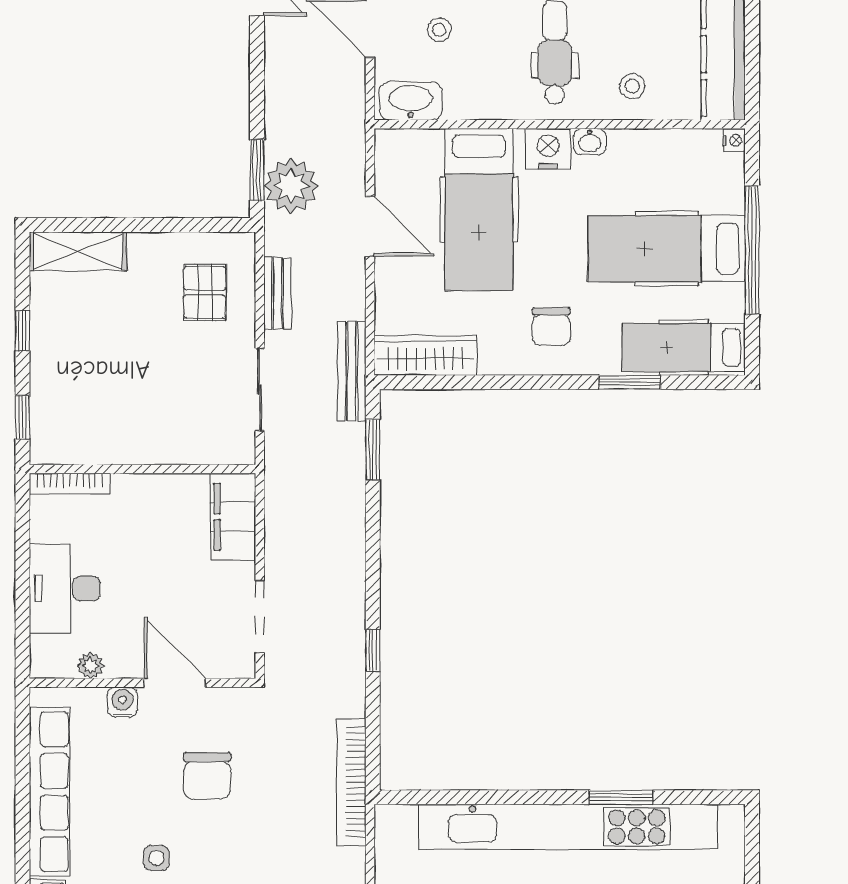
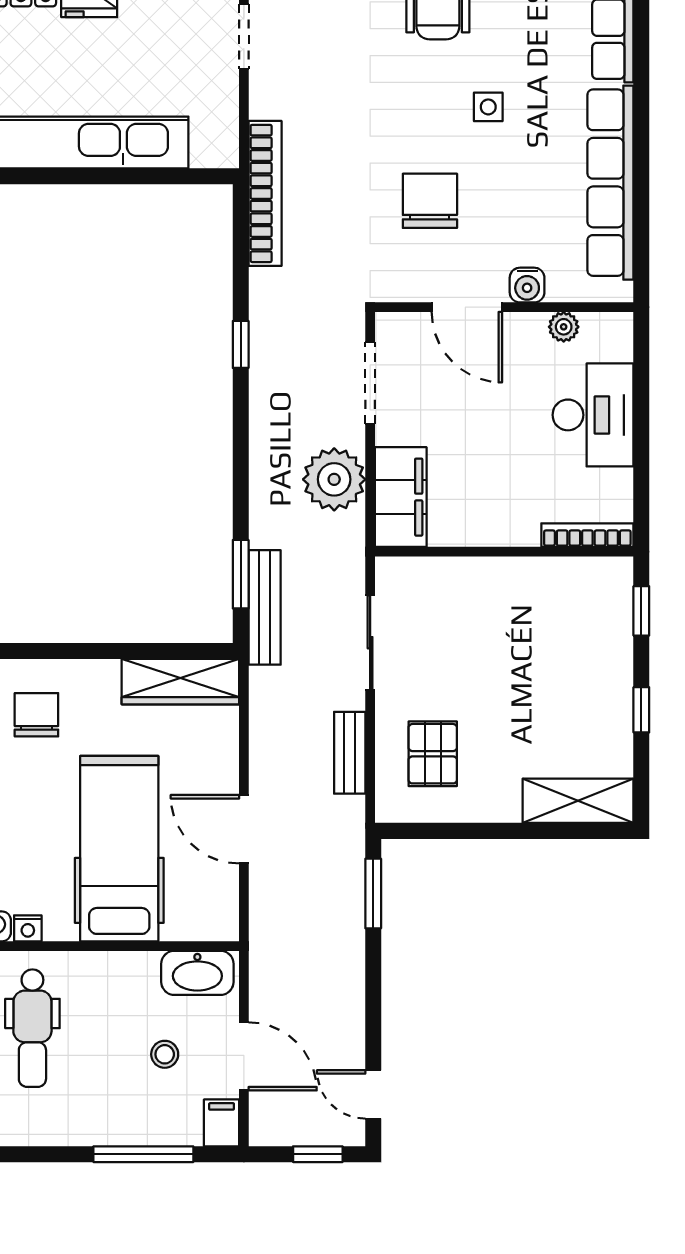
nightstand: (548, 149) -> (28, 928), width x0.53, depth x0.56
plant: (291, 186) -> (334, 479), moved
bench: (352, 371) -> (265, 607), moved

